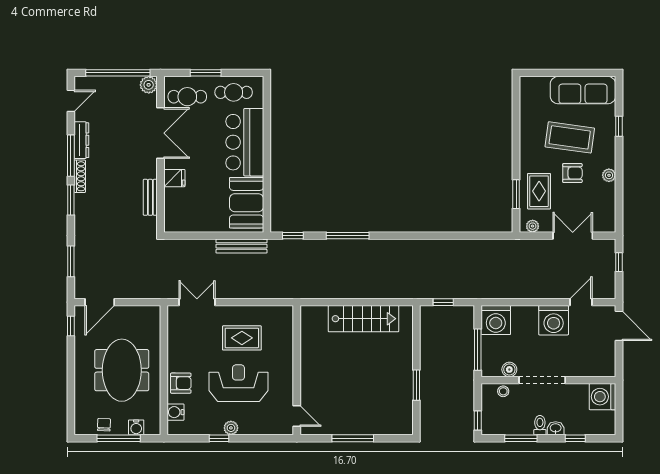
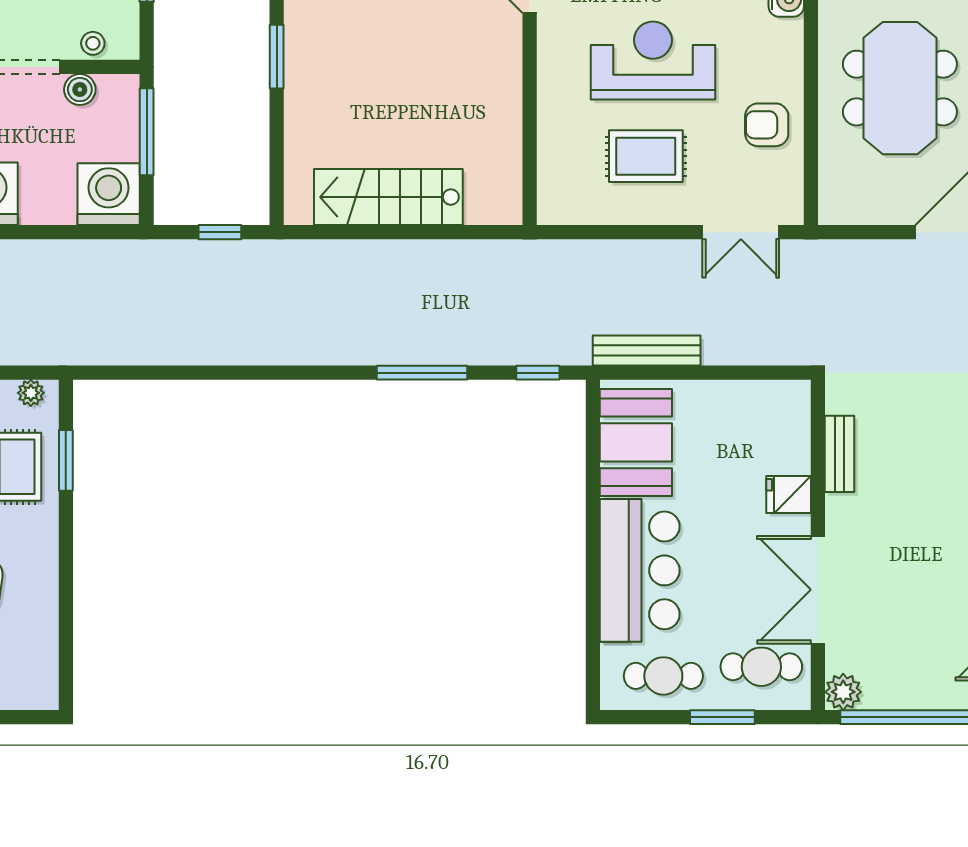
armchair: (181, 383) -> (767, 125), moved
reception desk: (238, 383) -> (653, 60), turned 180

